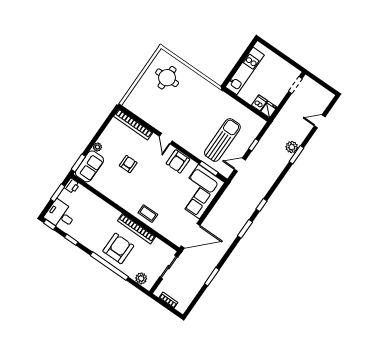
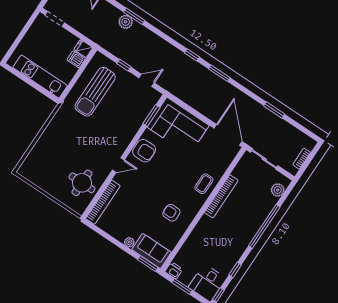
round table: (167, 78) -> (82, 183), moved
sun lounger: (222, 140) -> (95, 92), moved, turned -90
armchair: (128, 164) -> (171, 213), moved
door: (240, 165) -> (147, 80), swing flipped
armchair: (118, 248) -> (244, 217), removed

